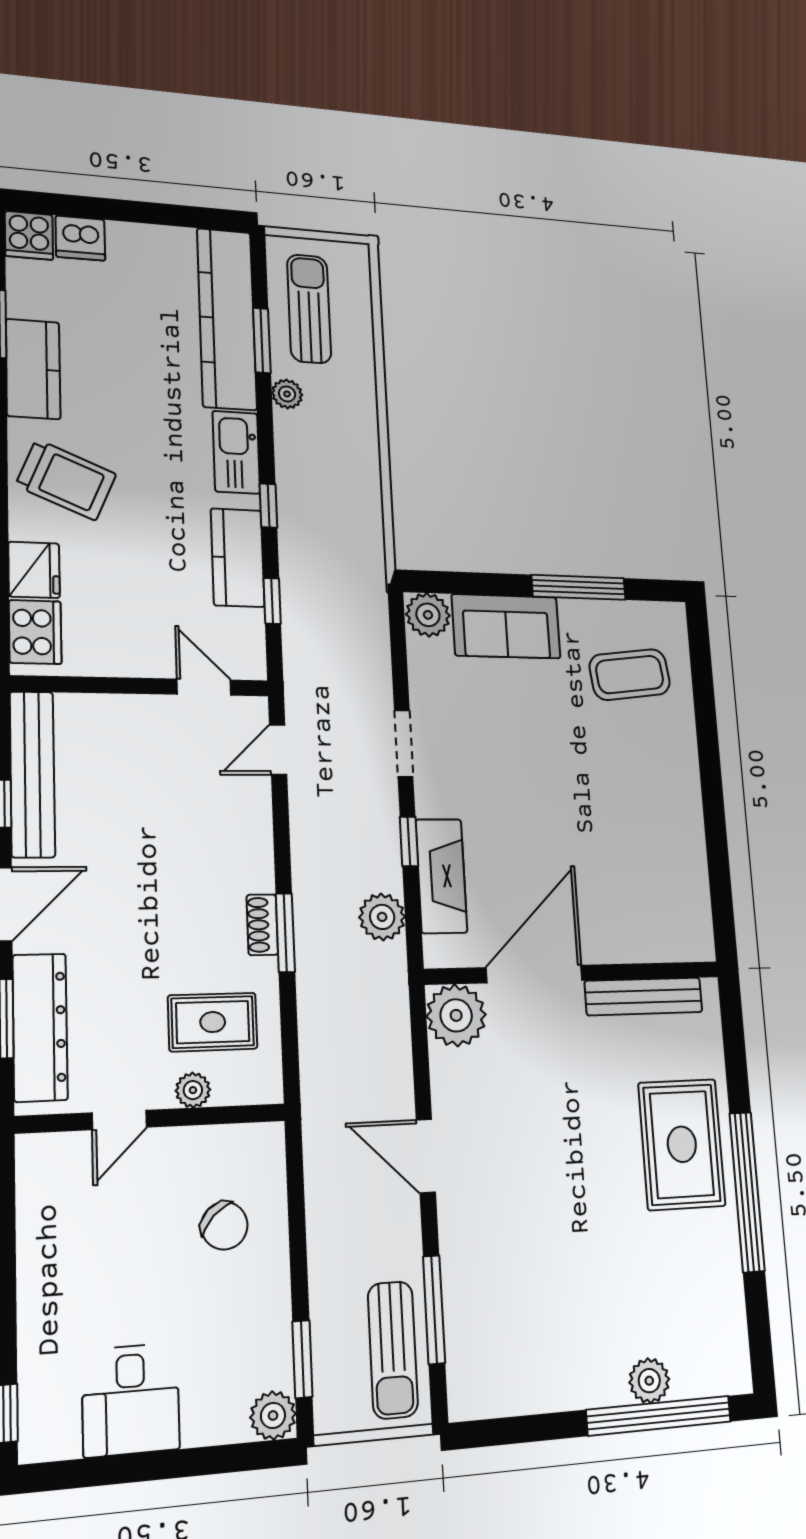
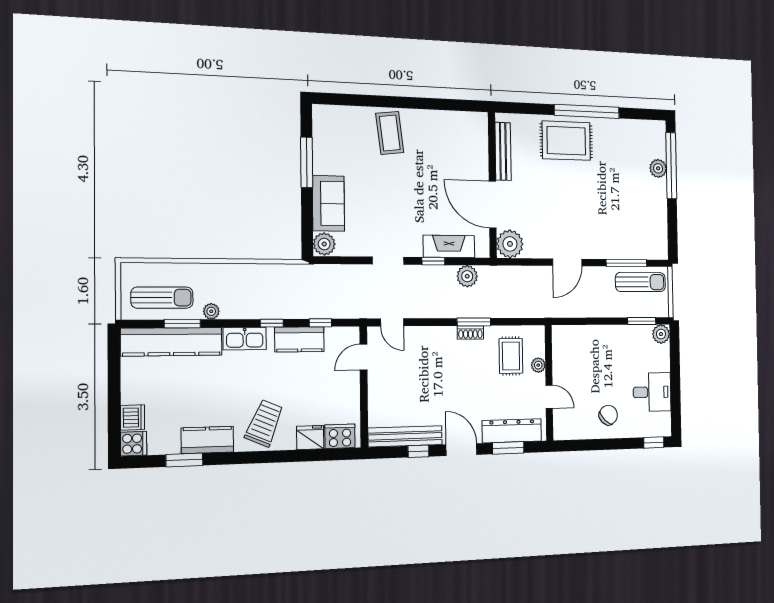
sun lounger: (309, 309) -> (162, 298), turned 180
coffee table: (630, 675) -> (390, 133), moved
chair: (224, 1226) -> (608, 415), moved

